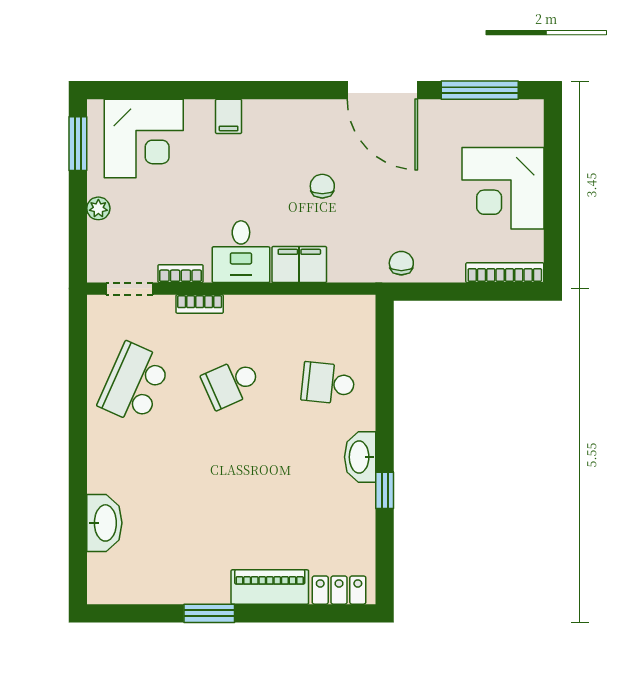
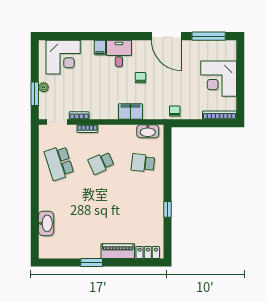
window: (78, 144) -> (35, 94), moved
desk: (241, 252) -> (119, 53), moved, turned 180
school desk: (134, 383) -> (59, 163), turned -42
washbasin: (360, 457) -> (148, 131), moved, turned -90

